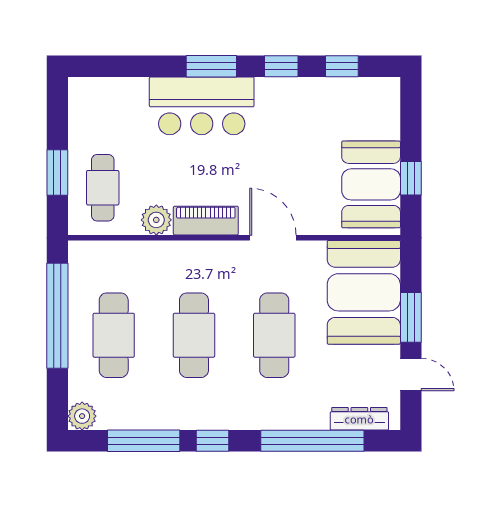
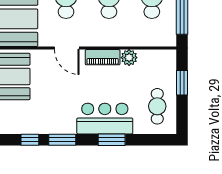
window: (211, 66) -> (112, 140), moved
window: (281, 66) -> (62, 140), width x1.50
cafe table: (103, 188) -> (157, 106), moved

